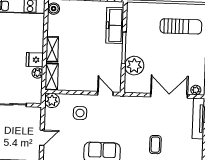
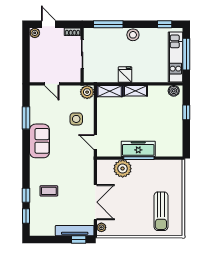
freezer: (115, 25) -> (138, 149), moved
plant: (37, 73) -> (113, 77), removed
door: (105, 94) -> (95, 142), swing flipped

